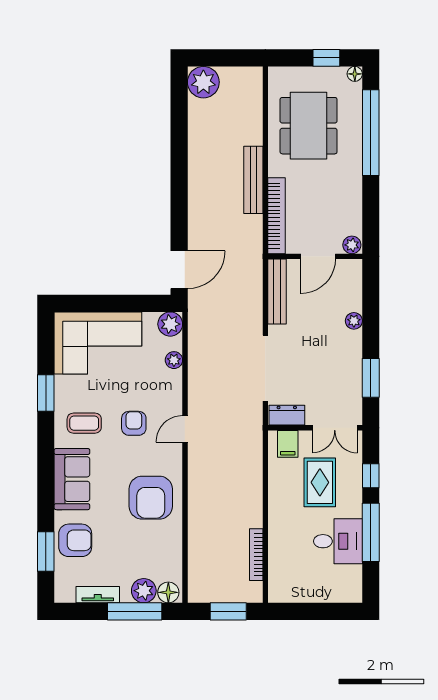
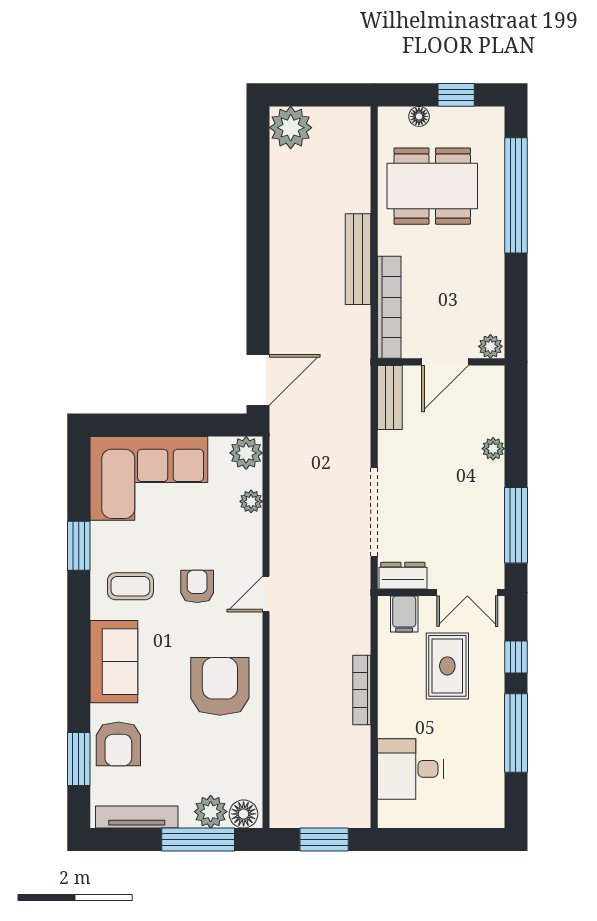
floor lamp: (355, 74) -> (419, 116), moved
dining table: (309, 126) -> (432, 186), turned 90
bench: (277, 291) -> (390, 397), width x0.73
window: (371, 378) -> (516, 525), width x1.44
armchair: (151, 498) -> (220, 686), turned 180
armchair: (75, 540) -> (118, 744), turned 90
desk: (338, 541) -> (410, 769), moved, turned 180
bookcase: (256, 555) -> (362, 690), moved
tv unit: (98, 595) -> (137, 817), width x1.41

